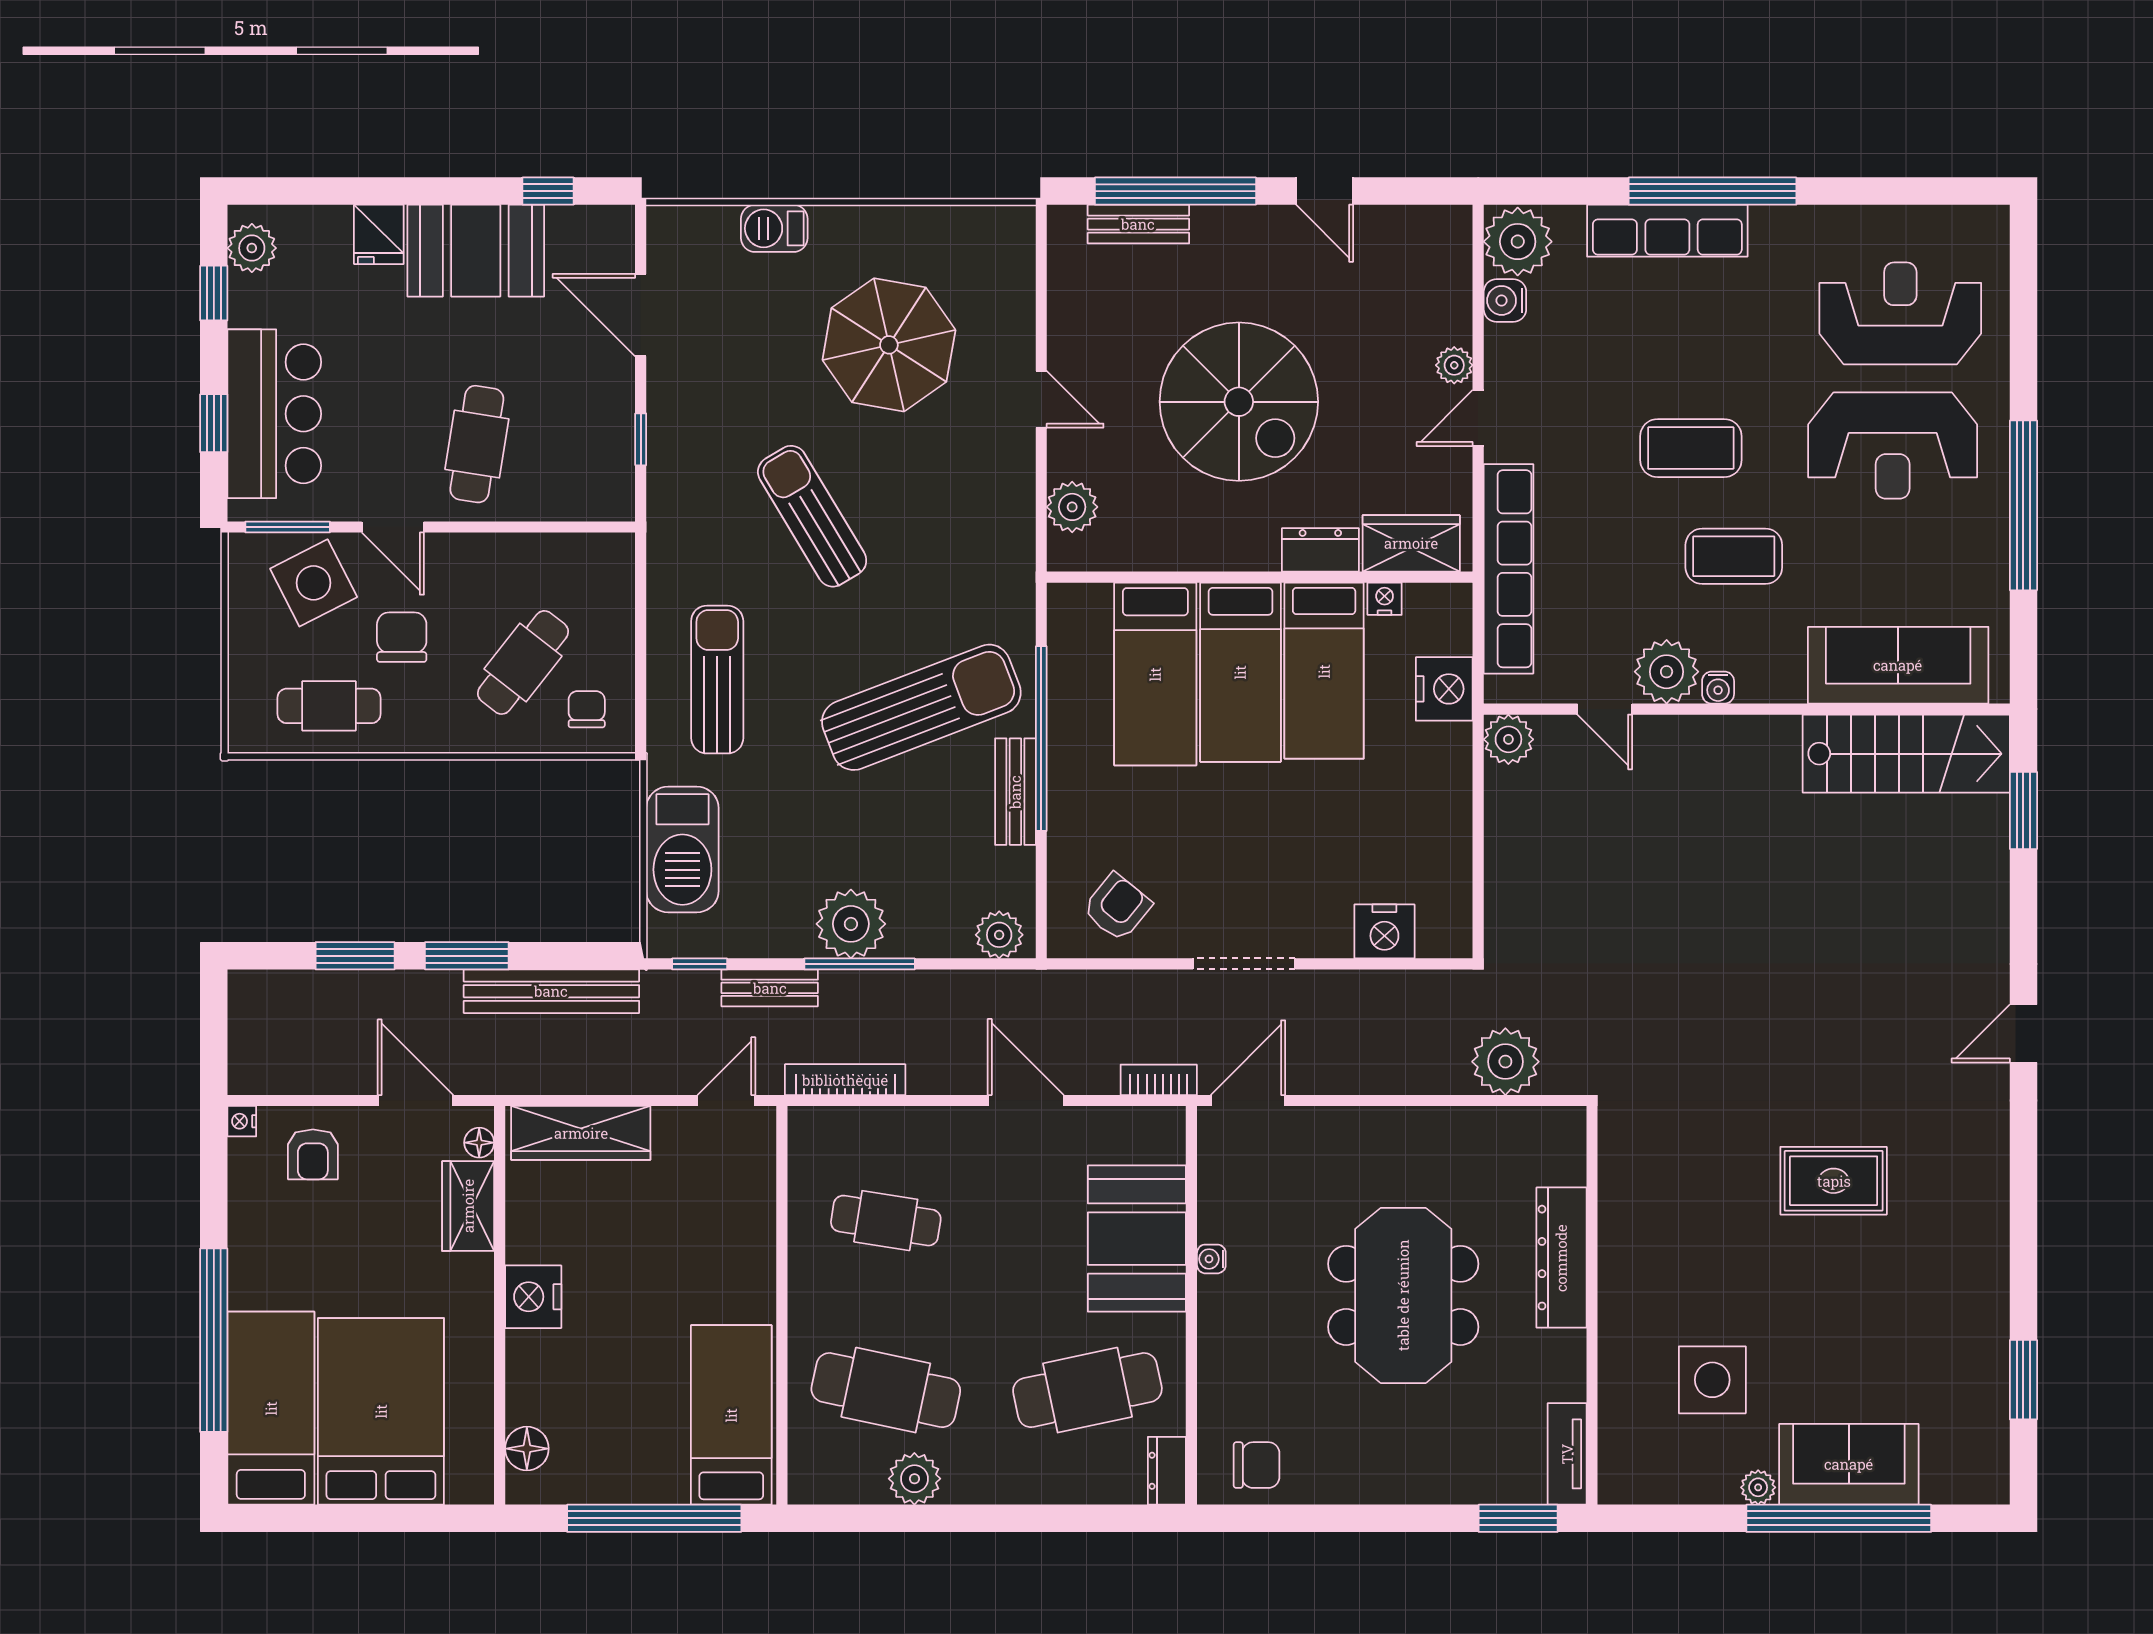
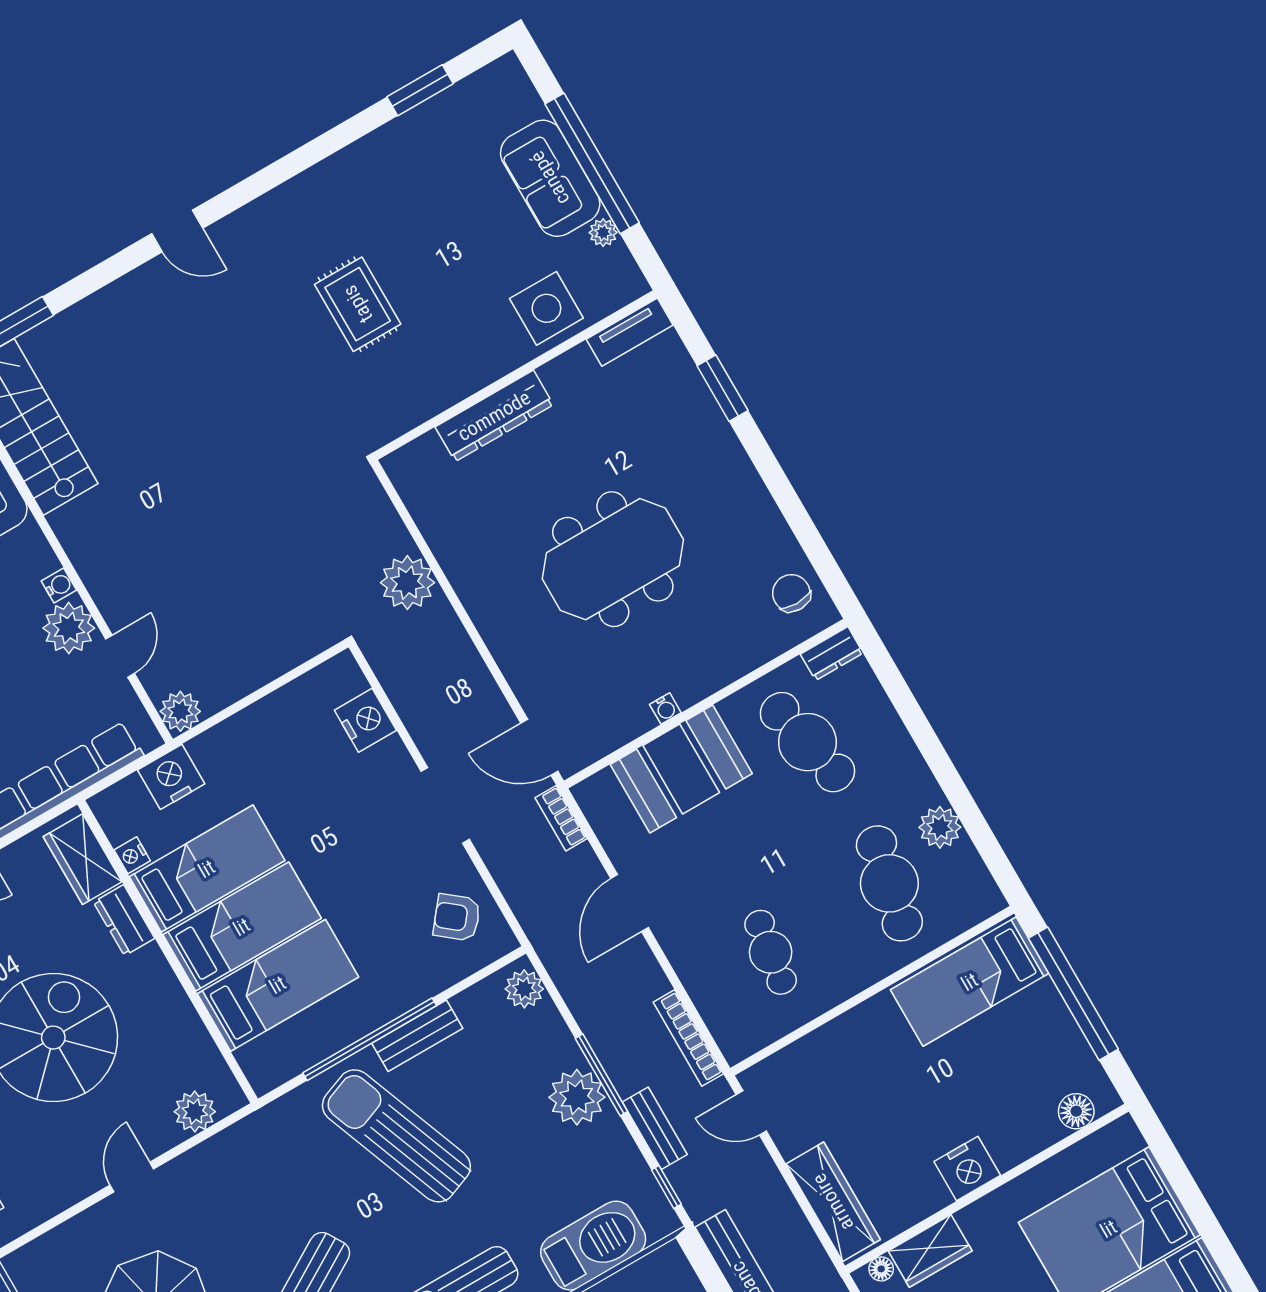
dresser: (1561, 1258) -> (494, 416), moved
wall: (1592, 1305) -> (515, 375), moved
tv unit: (1567, 1454) -> (630, 332), moved

